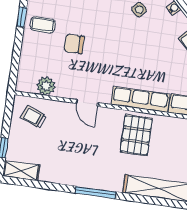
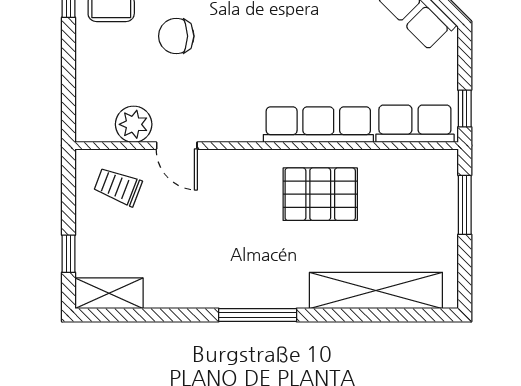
door: (87, 103) -> (177, 146), moved
pallet: (136, 135) -> (320, 194), turned 90

